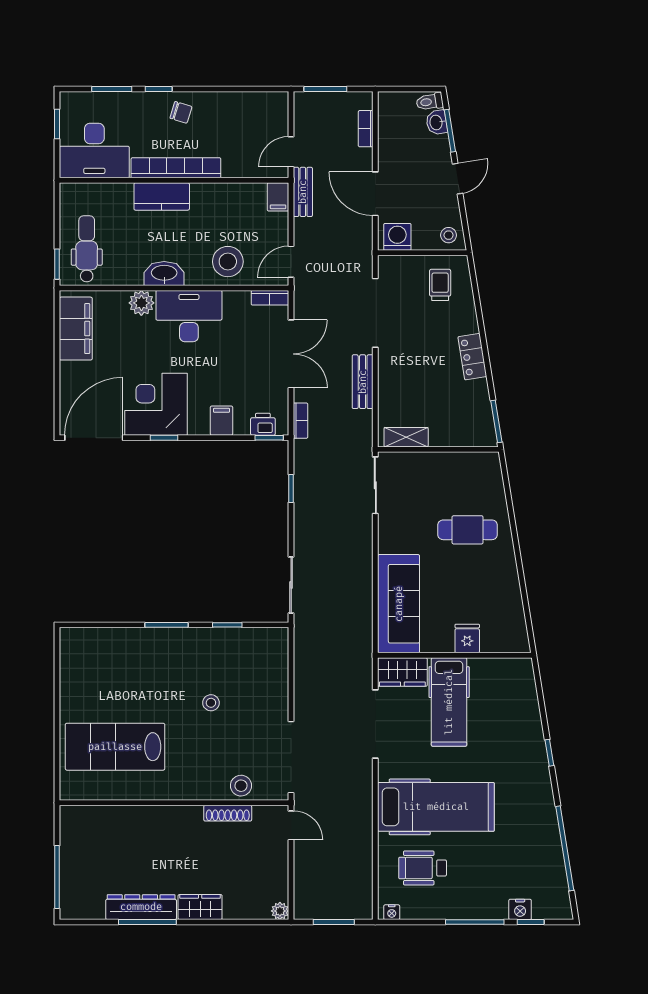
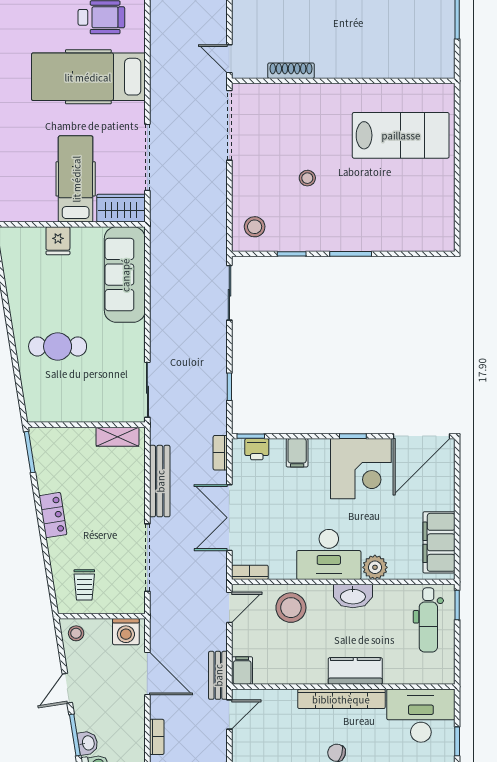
bench: (363, 382) -> (160, 481), width x1.36
stool: (241, 786) -> (255, 227), moved

